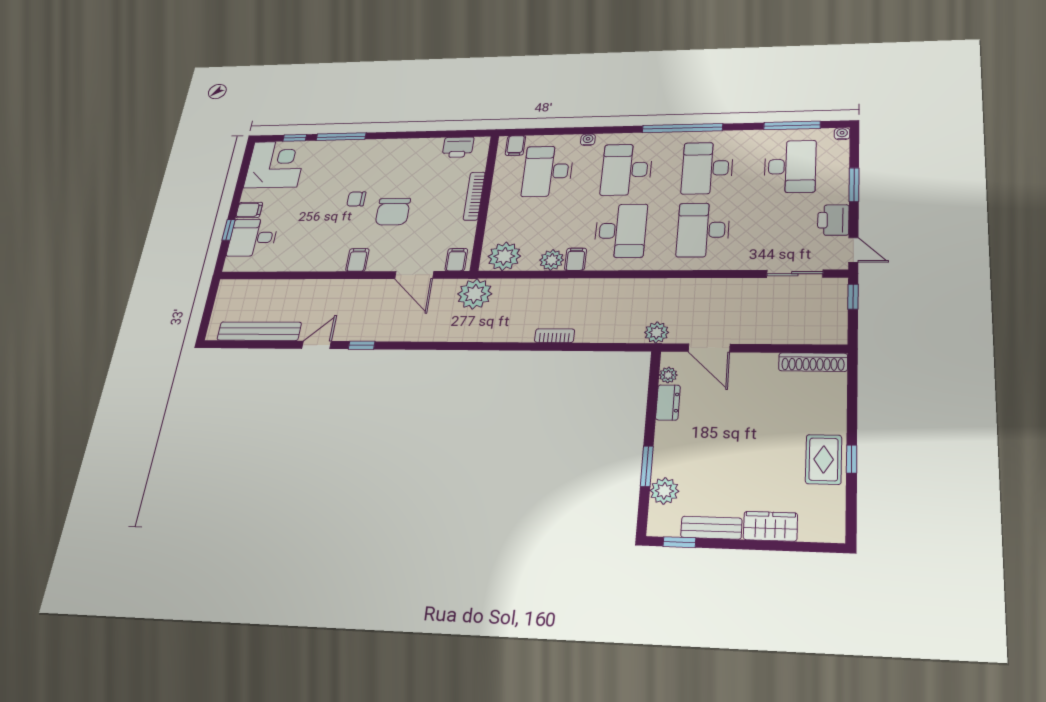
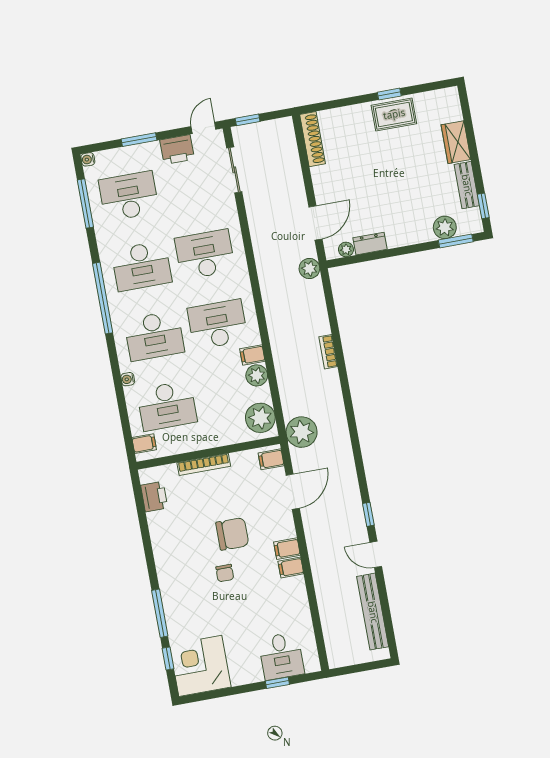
filing cabinet: (249, 210) -> (291, 567), moved, turned -90
desk: (703, 230) -> (205, 254), turned 180
window: (647, 466) -> (456, 241), moved

